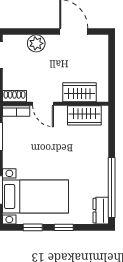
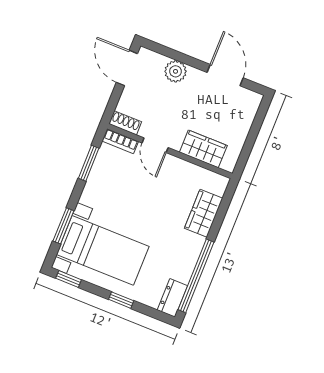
wardrobe: (84, 115) -> (204, 213), moved, turned 90
window: (33, 227) -> (69, 279), moved

